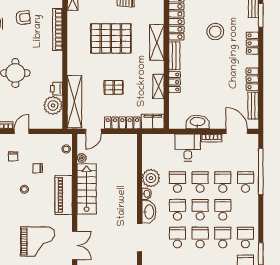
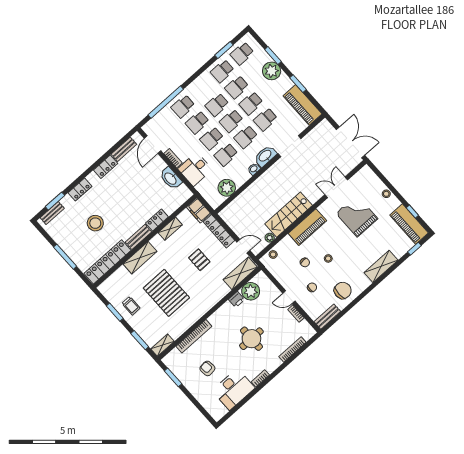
shelving: (74, 102) -> (240, 273), width x0.68
plant: (151, 178) -> (227, 188), moved

